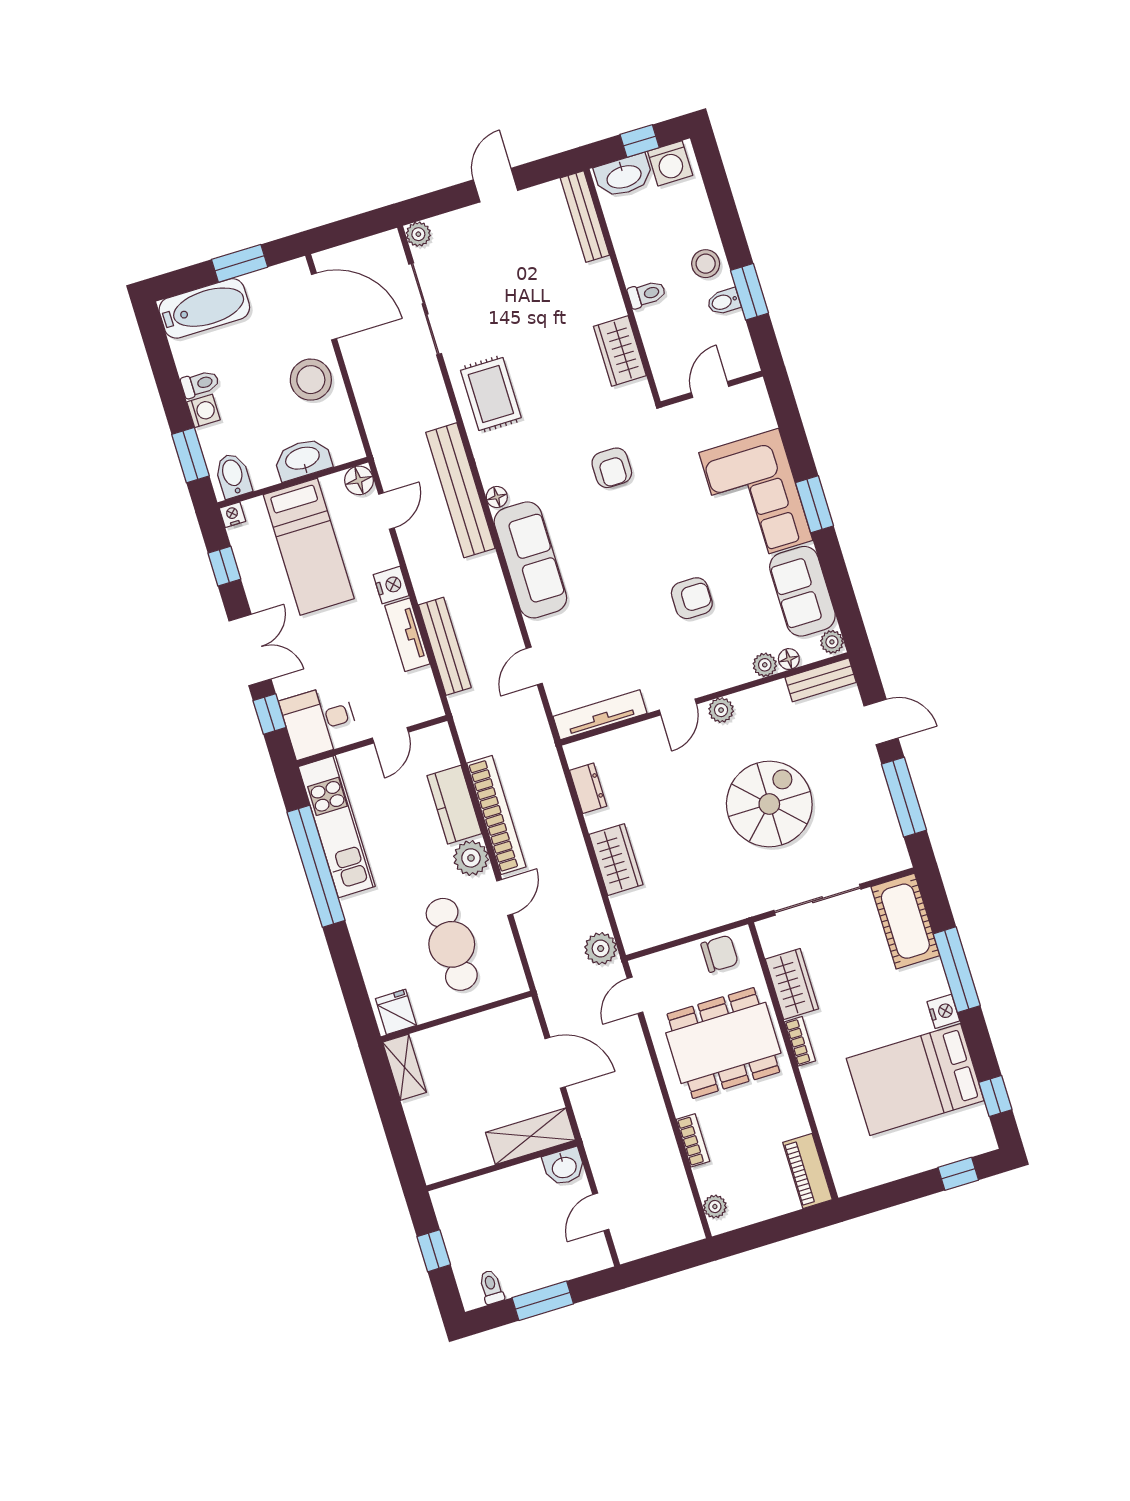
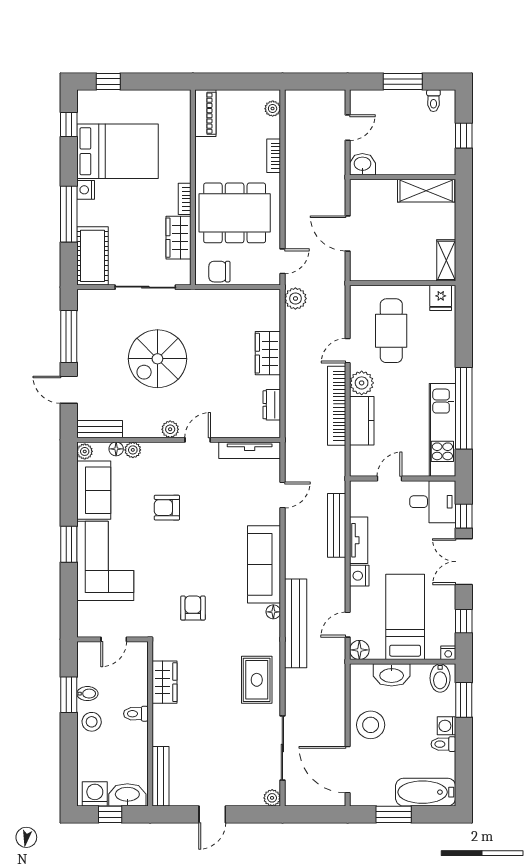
shelving: (531, 1136) -> (426, 191), moved

